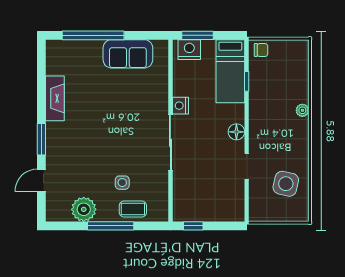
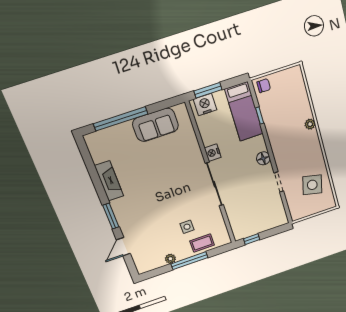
plant: (84, 209) -> (170, 259), width x0.53, depth x0.53

